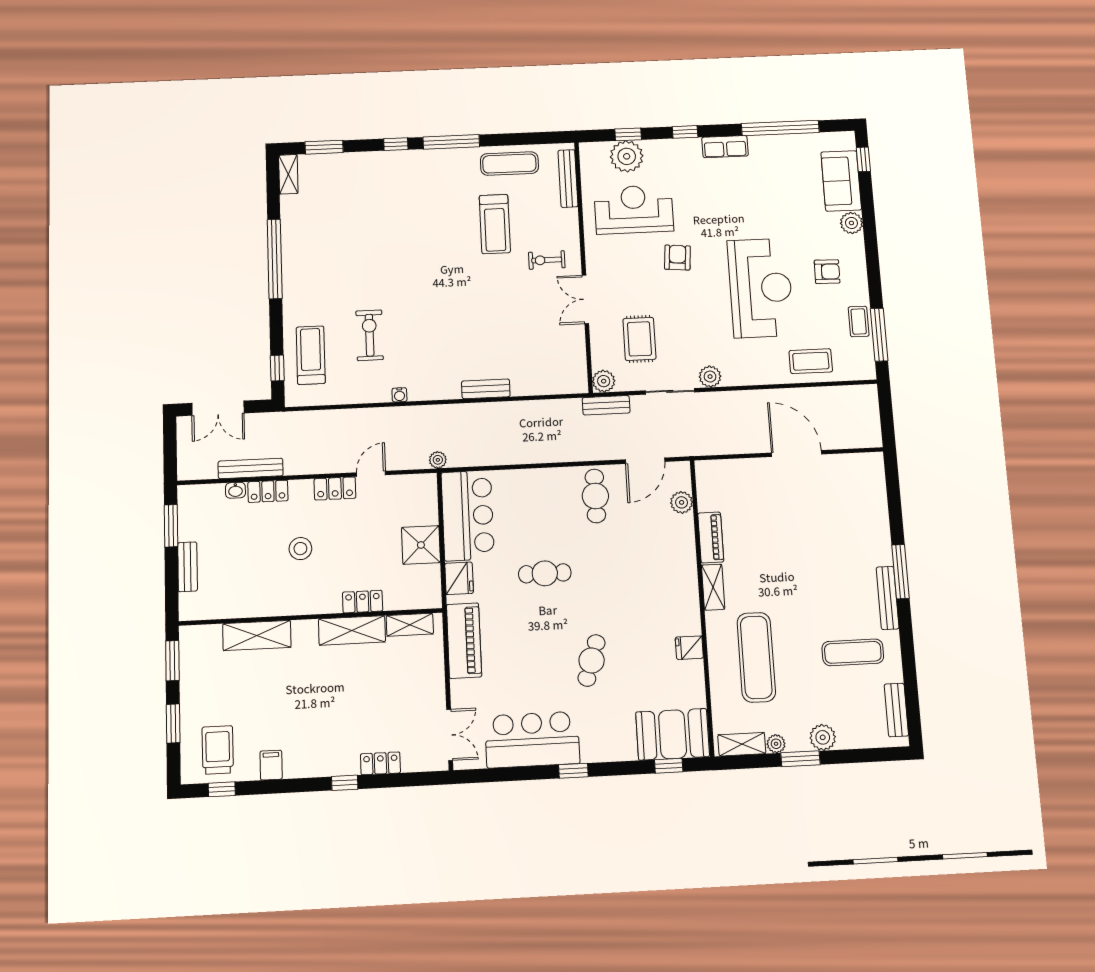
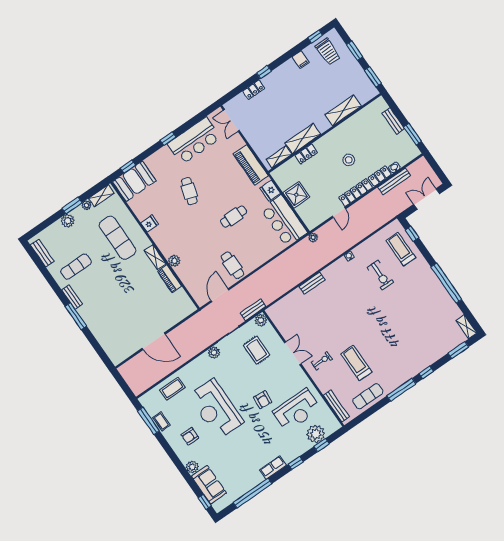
treadmill: (311, 355) -> (401, 249), turned 180
locker: (335, 488) -> (356, 193), width x1.53
plant: (682, 502) -> (174, 261), moved
bench: (888, 598) -> (72, 297), width x0.73

